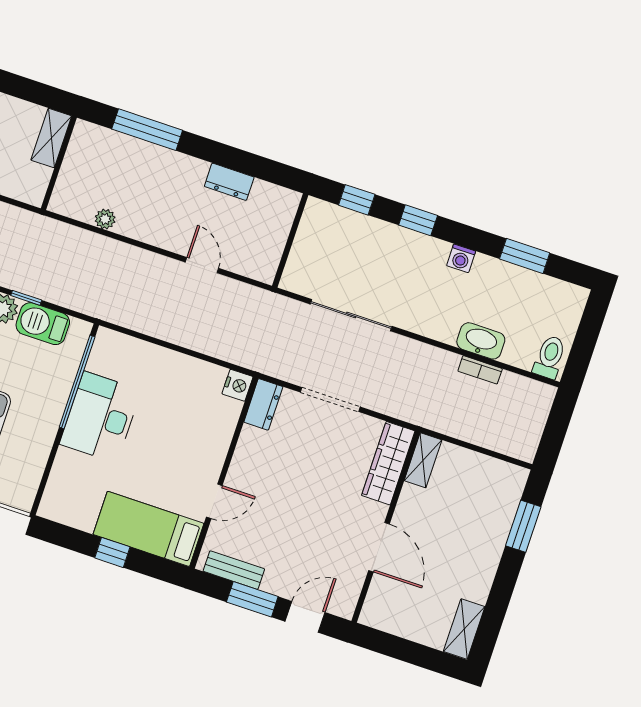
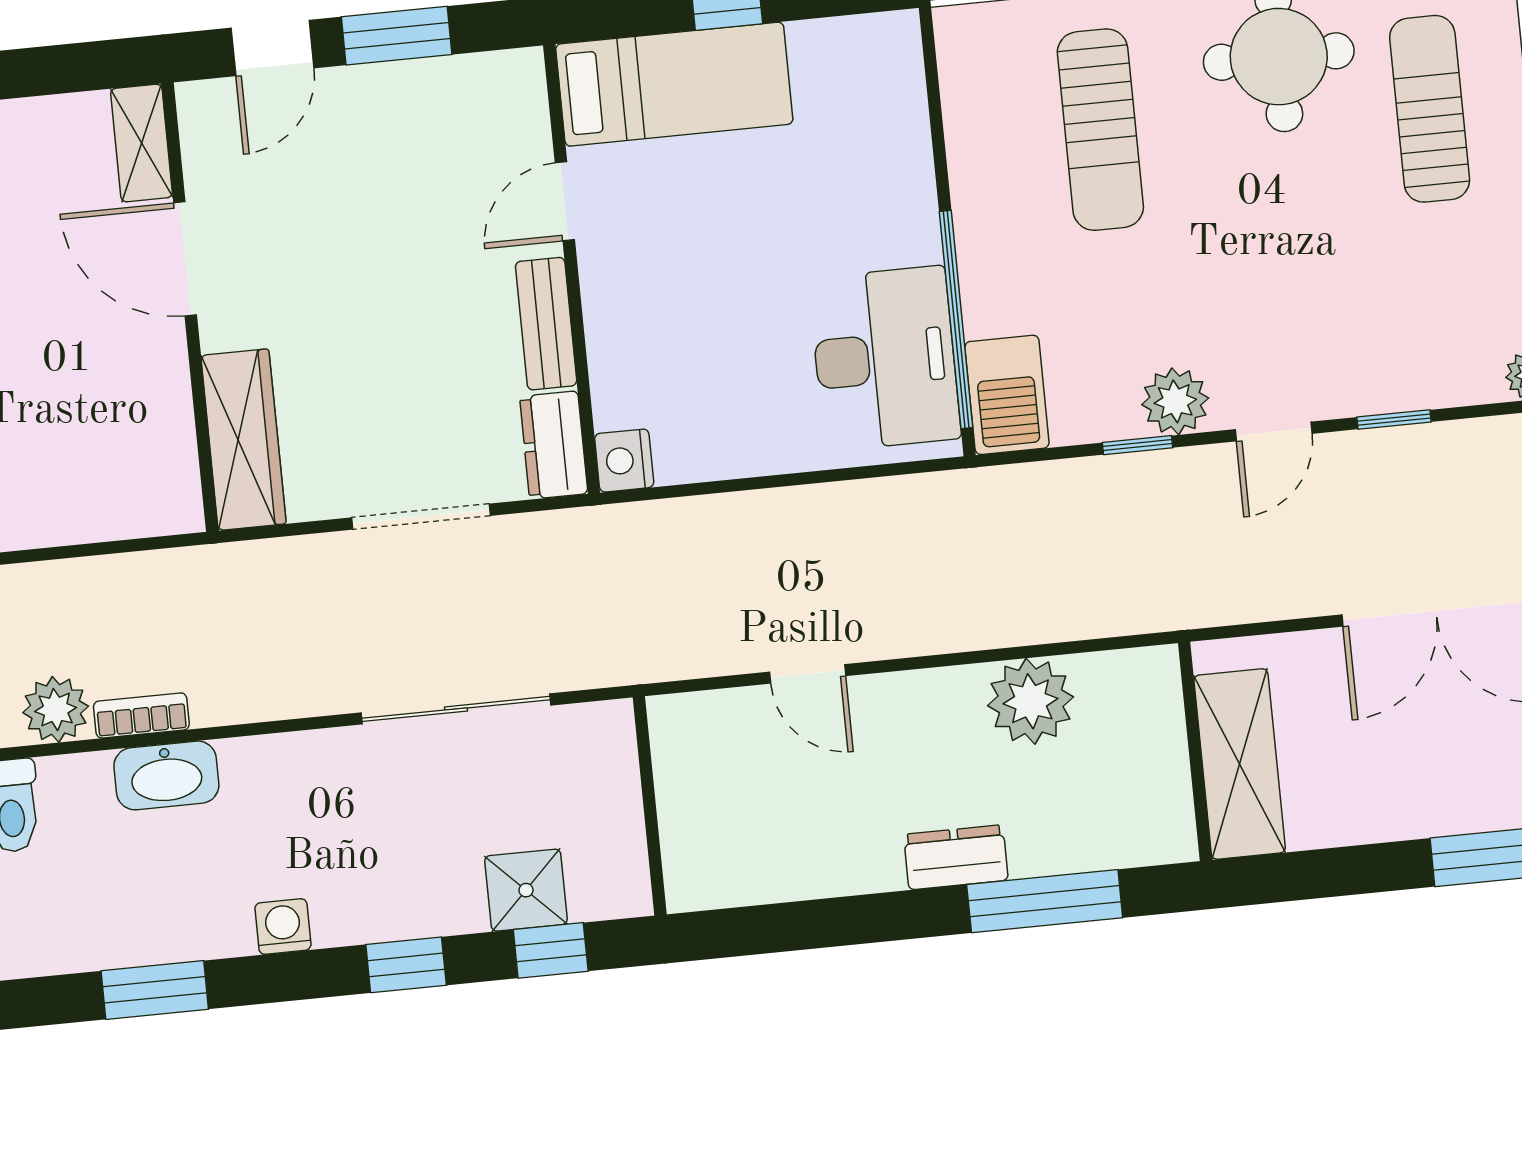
shelving: (51, 138) -> (1240, 764), width x1.50, depth x1.33
dresser: (229, 182) -> (956, 857), moved
plant: (105, 219) -> (1030, 701), width x1.88, depth x1.88
shower: (356, 229) -> (526, 890), added
barbecue: (43, 324) -> (1007, 395), moved, turned 90
plant: (514, 388) -> (56, 709), added
desk: (100, 417) -> (885, 358), moved
shelving: (423, 460) -> (142, 143), moved
bench: (234, 570) -> (546, 324), moved, turned 90

